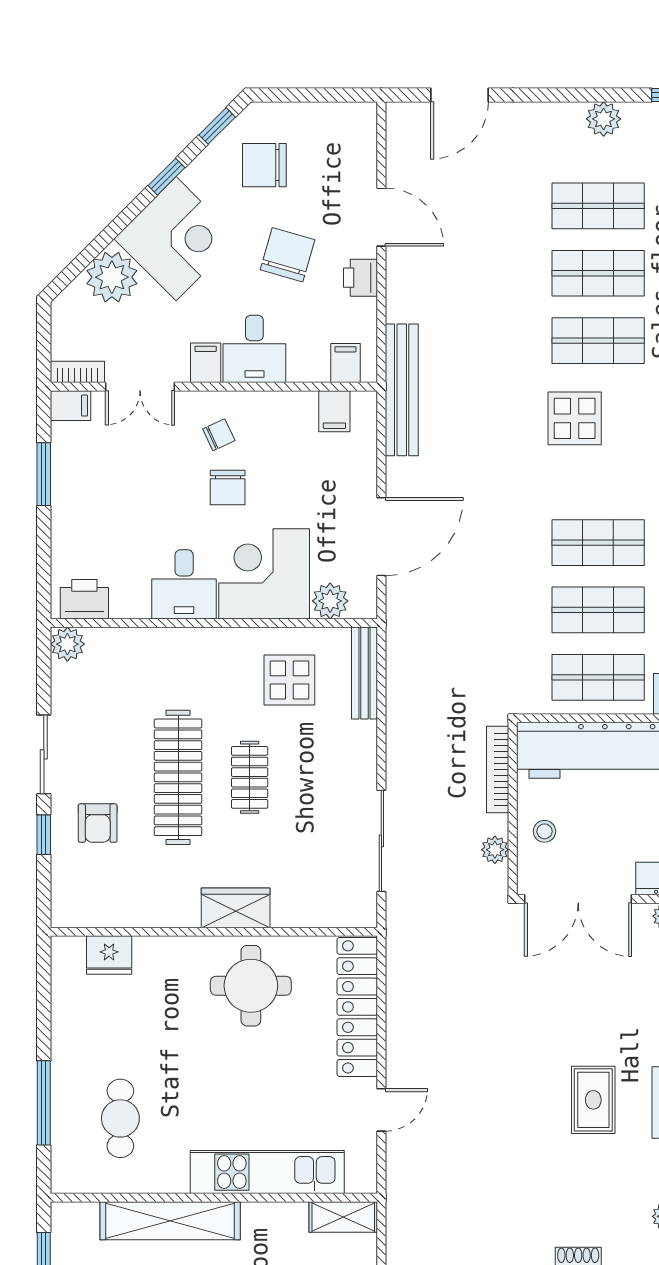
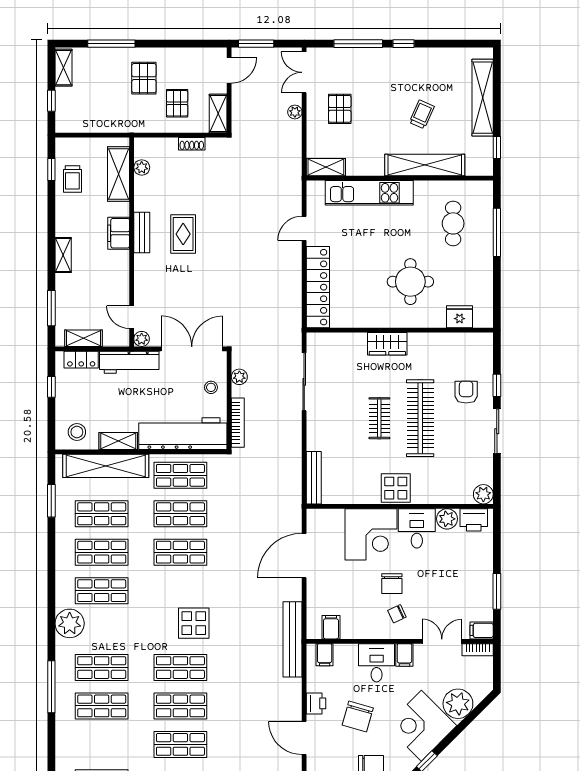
chair: (228, 488) -> (392, 584), turned 180
plant: (330, 601) -> (447, 519), moved
display table: (289, 680) -> (396, 488), moved
round table: (251, 986) -> (410, 282), moved

